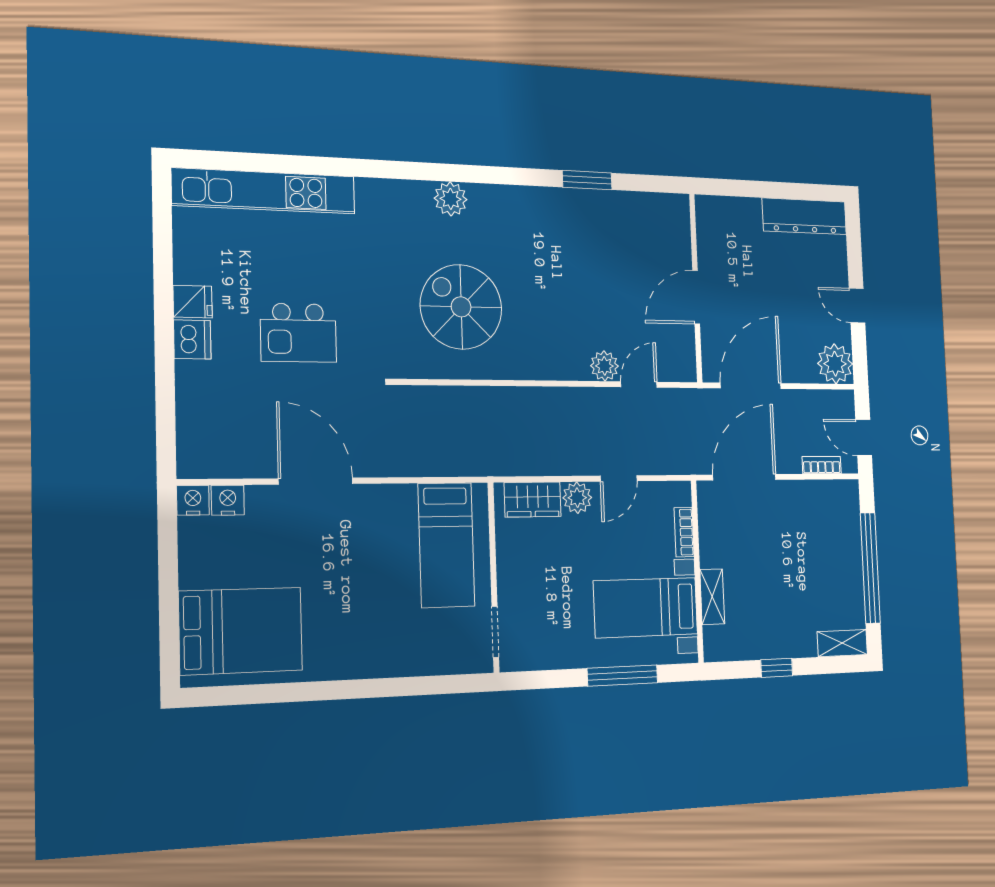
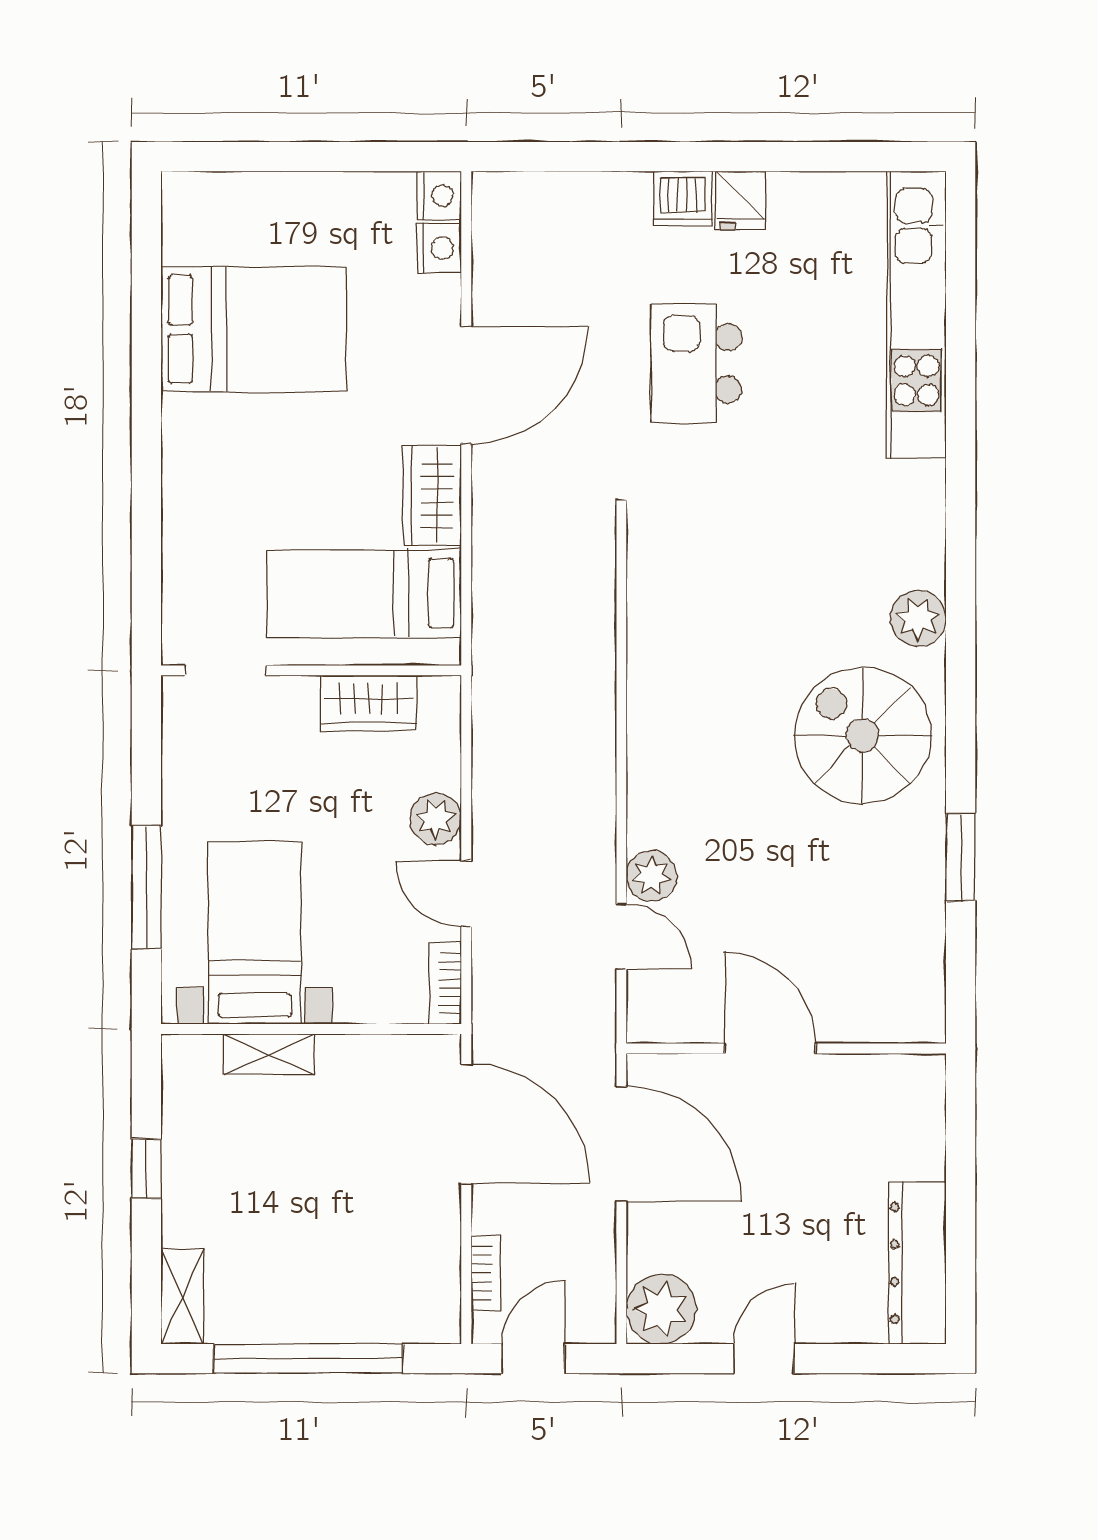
spiral stairs: (461, 307) -> (863, 735), moved, turned -90
wardrobe: (533, 500) -> (369, 703), moved, turned -90
wardrobe: (385, 502) -> (432, 496), added
bookcase: (684, 532) -> (445, 983), moved, turned -90
bed: (241, 631) -> (254, 329), moved, turned -90

